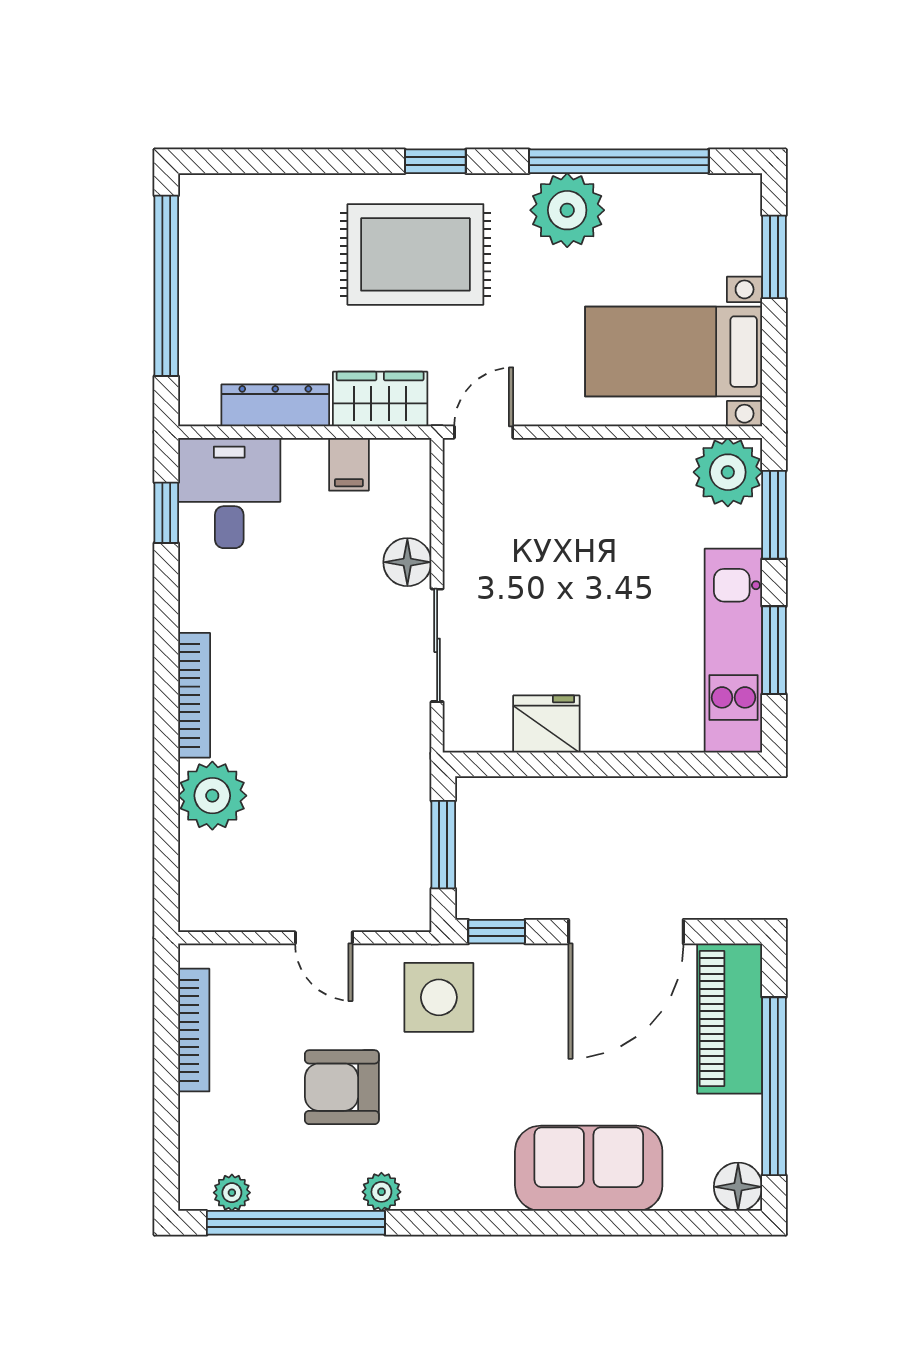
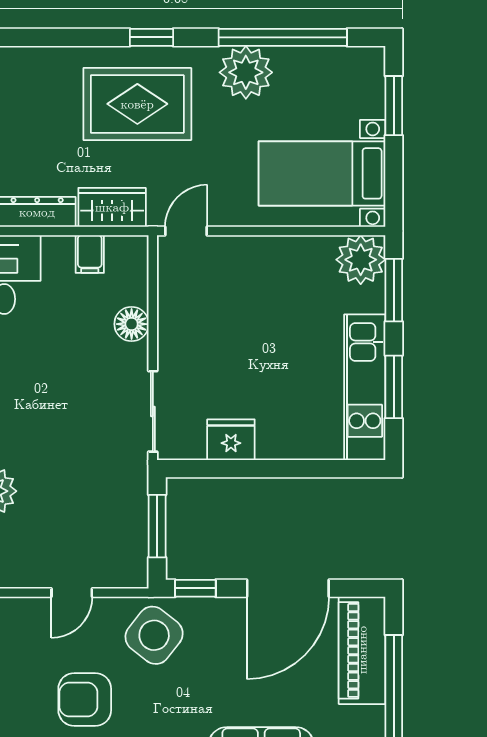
sliding door: (437, 645) -> (153, 411), moved
door: (324, 938) -> (72, 593), hinge flipped
side table: (439, 997) -> (154, 635), turned 38

